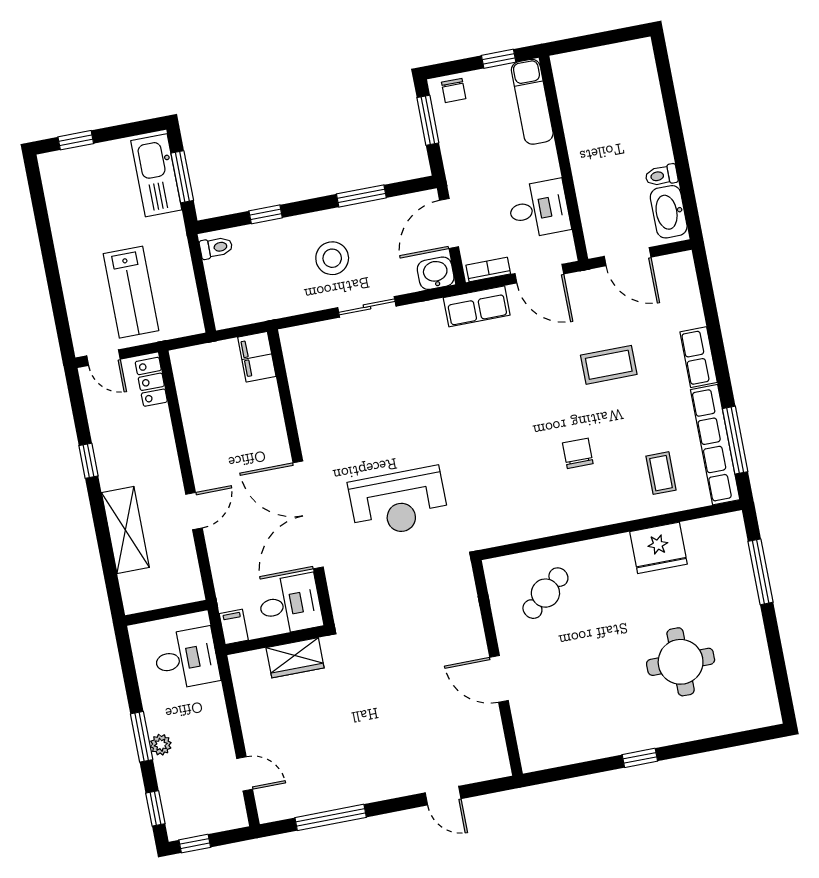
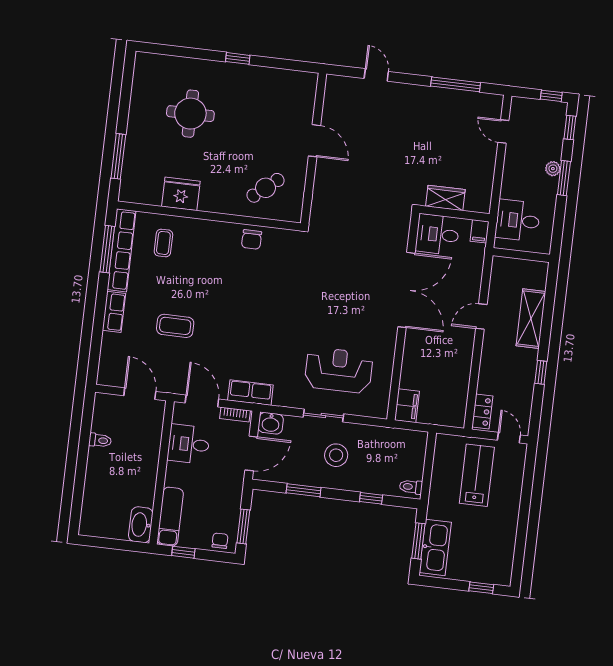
washbasin: (669, 212) -> (141, 525), moved, turned 180
chair: (578, 453) -> (252, 239), moved
reception desk: (398, 502) -> (339, 370), moved

